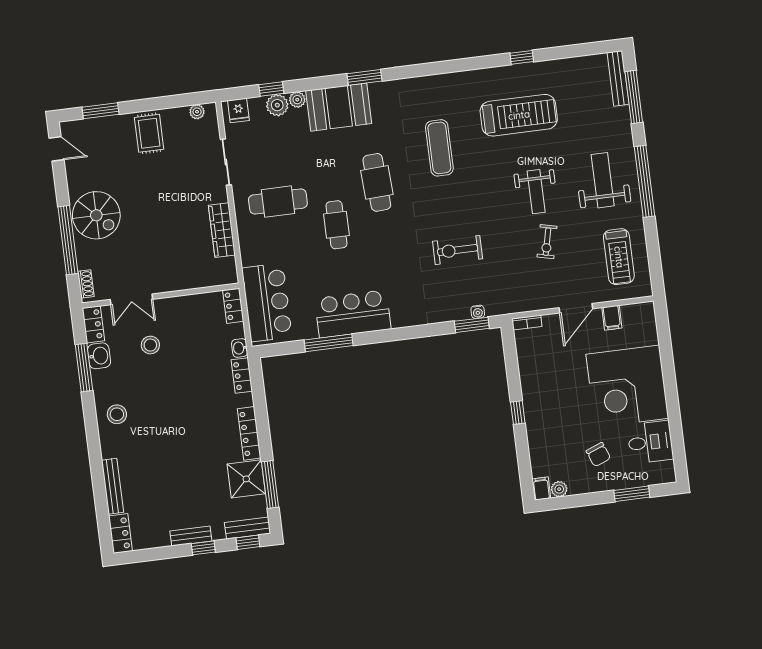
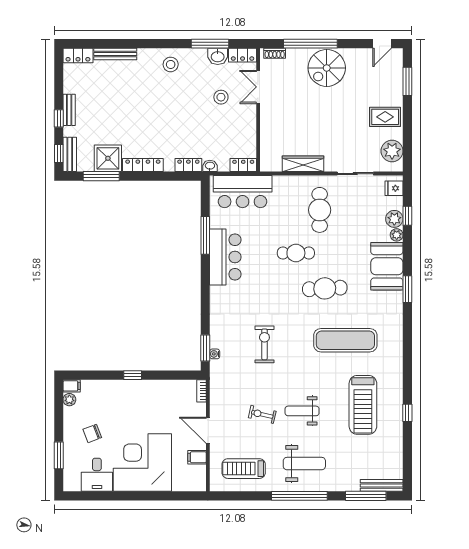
plant: (197, 112) -> (392, 151), width x1.88, depth x1.88
exercise mat: (439, 148) -> (345, 340), width x1.36, depth x1.45

